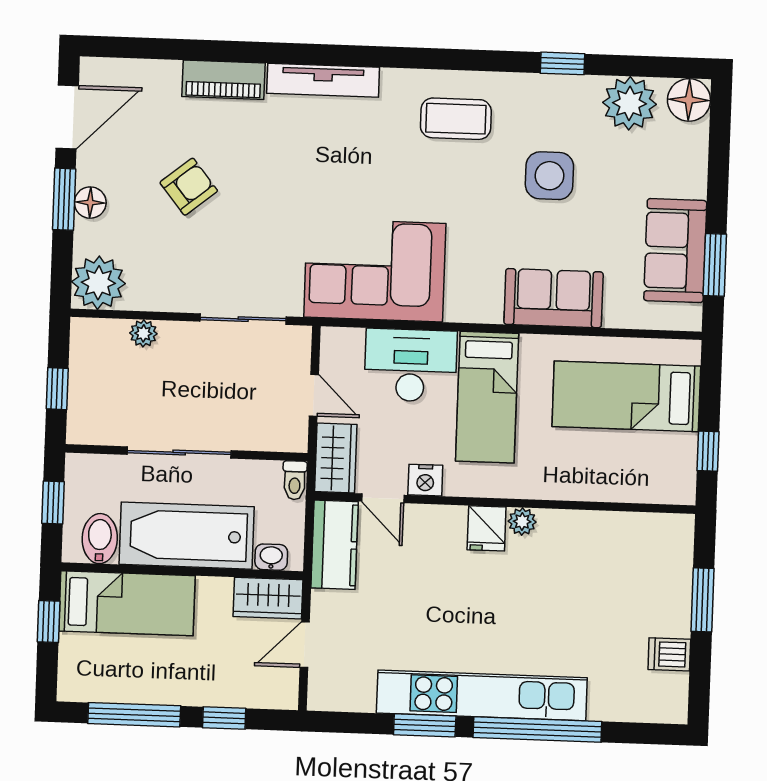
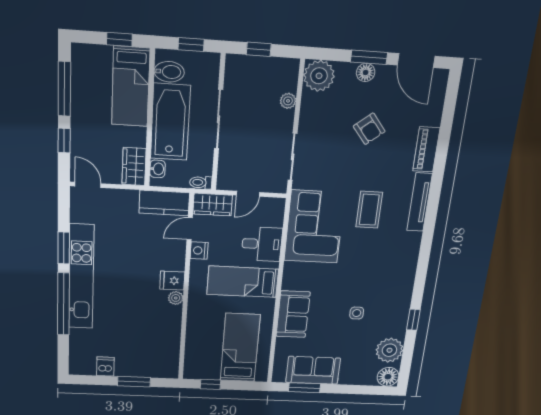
coffee table: (456, 119) -> (369, 210), moved
side table: (549, 176) -> (357, 313), width x0.54, depth x0.54
desk: (411, 365) -> (262, 244), width x0.73
door: (305, 645) -> (88, 185), moved

